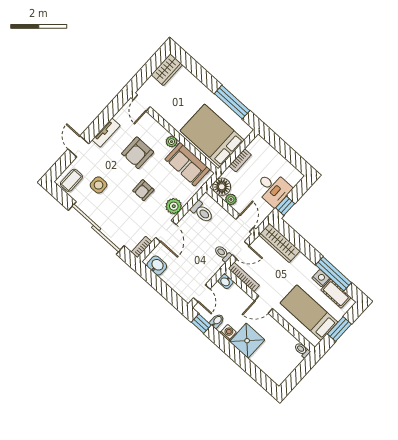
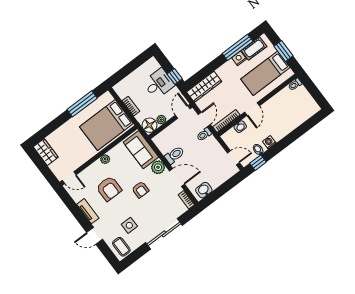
sofa: (187, 164) -> (141, 150), moved, turned 90
toilet: (202, 212) -> (174, 155), moved
door: (245, 223) -> (183, 112), hinge flipped
sliding door: (96, 228) -> (164, 234), width x0.73
washbasin: (226, 281) -> (240, 127), moved
shower: (247, 341) -> (279, 128), removed

